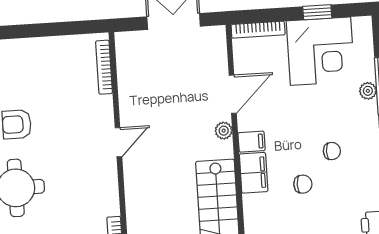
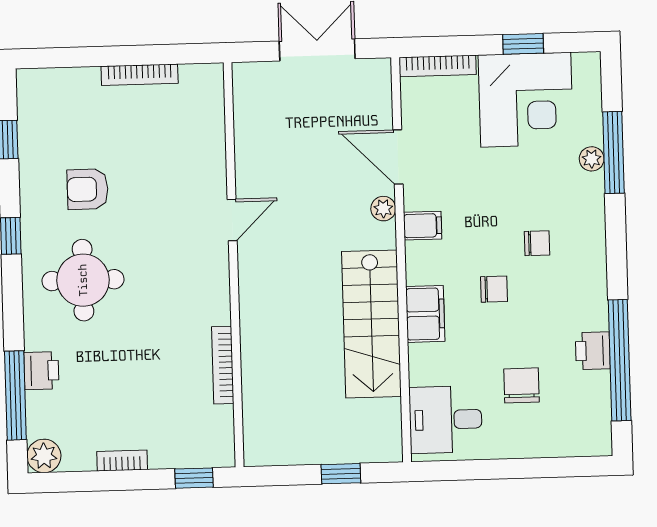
bookcase: (104, 67) -> (140, 75), moved, turned -90
door: (233, 94) -> (398, 157), swing flipped
filing cabinet: (254, 173) -> (425, 314), moved

